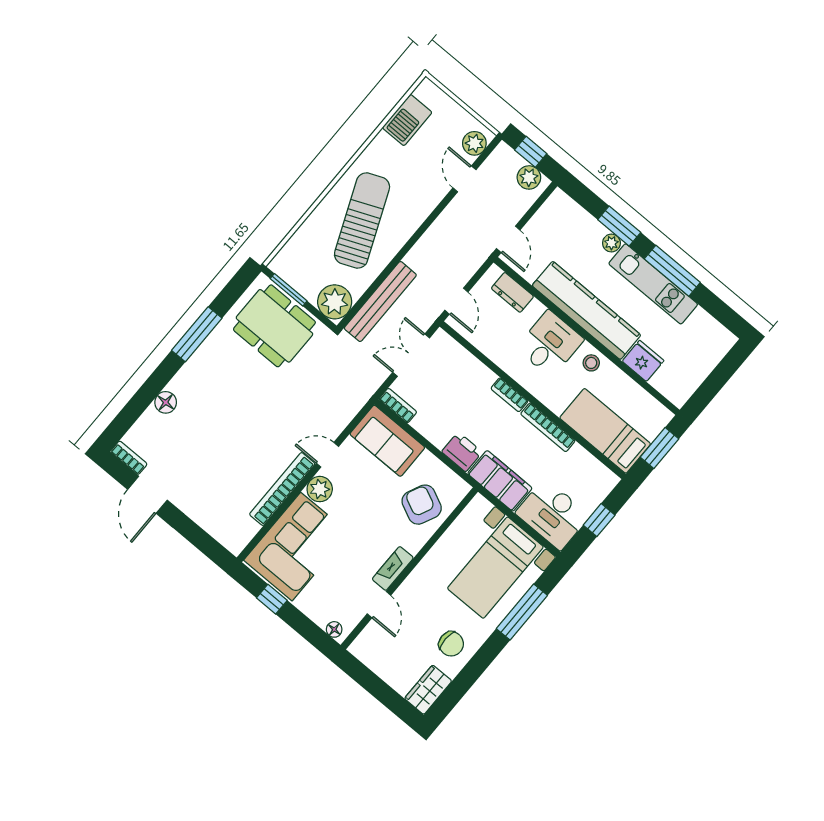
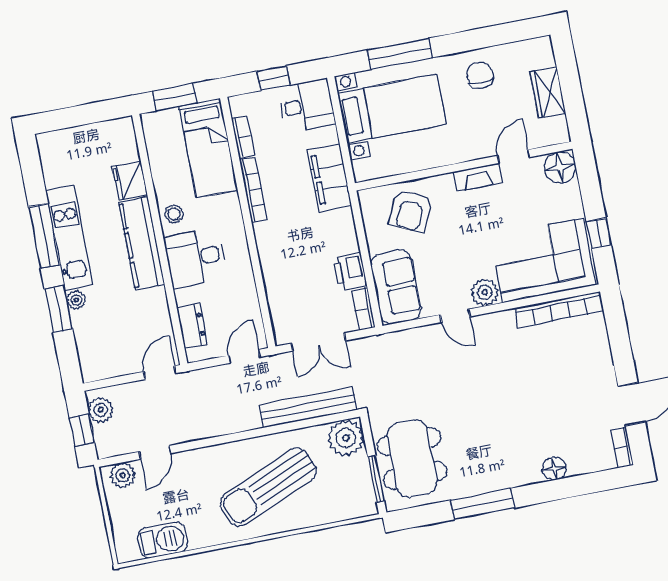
kitchen counter: (586, 310) -> (142, 243), width x0.72, depth x0.86
bookcase: (509, 395) -> (243, 137), moved
printer: (462, 452) -> (350, 271), moved
bookcase: (282, 489) -> (559, 309), moved
desk: (553, 514) -> (307, 106), width x0.73
floor lamp: (334, 629) -> (560, 167), width x1.89, depth x1.89
wardrobe: (428, 690) -> (548, 93), moved, turned 90

